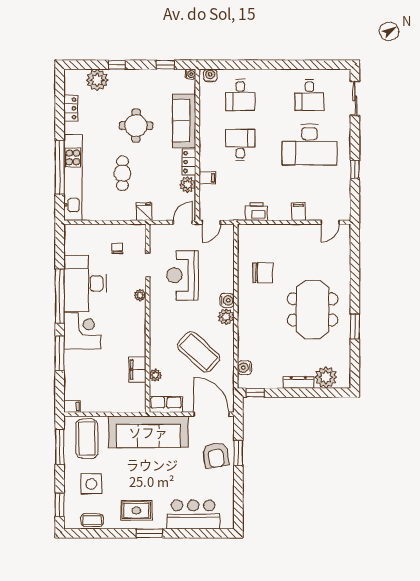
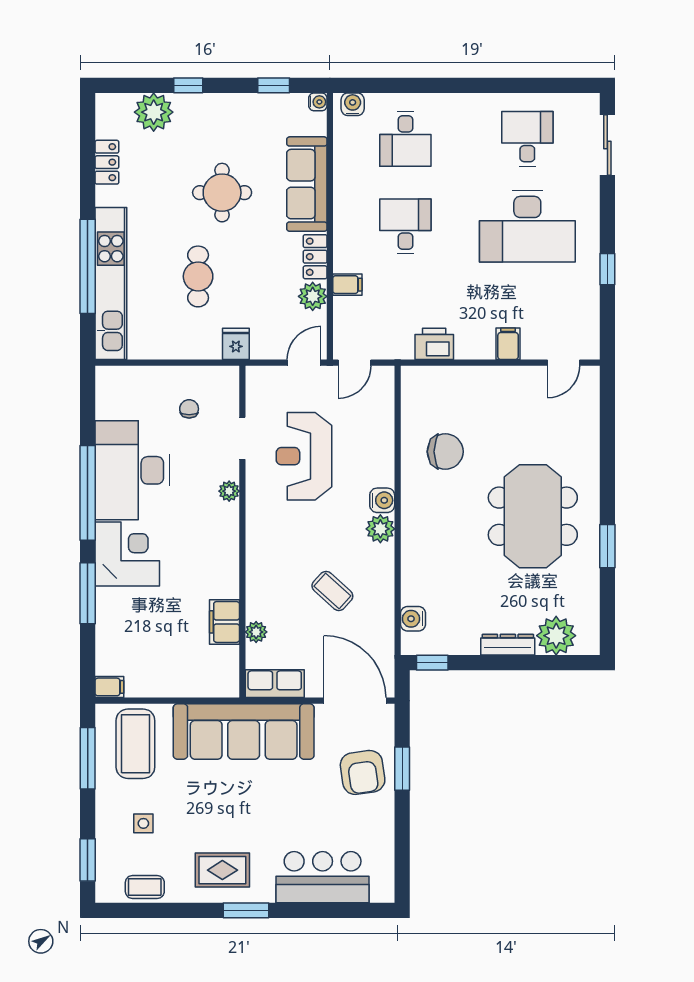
desk: (309, 95) -> (527, 139), turned 180
coffee table: (199, 352) -> (332, 591), width x0.54, depth x0.58
side table: (91, 484) -> (143, 823), width x0.54, depth x0.54

